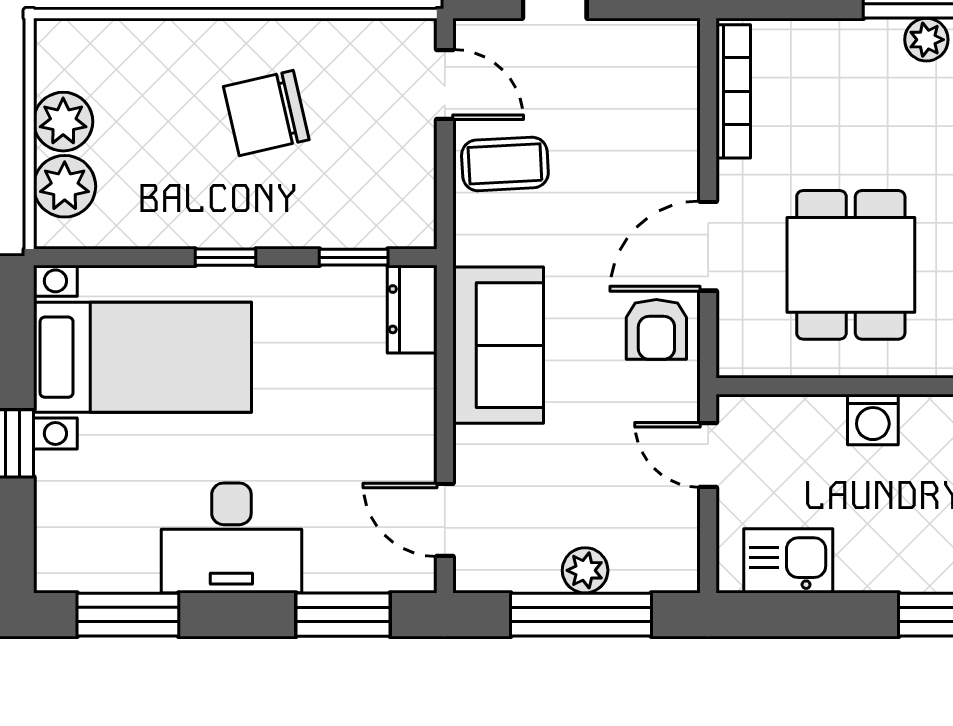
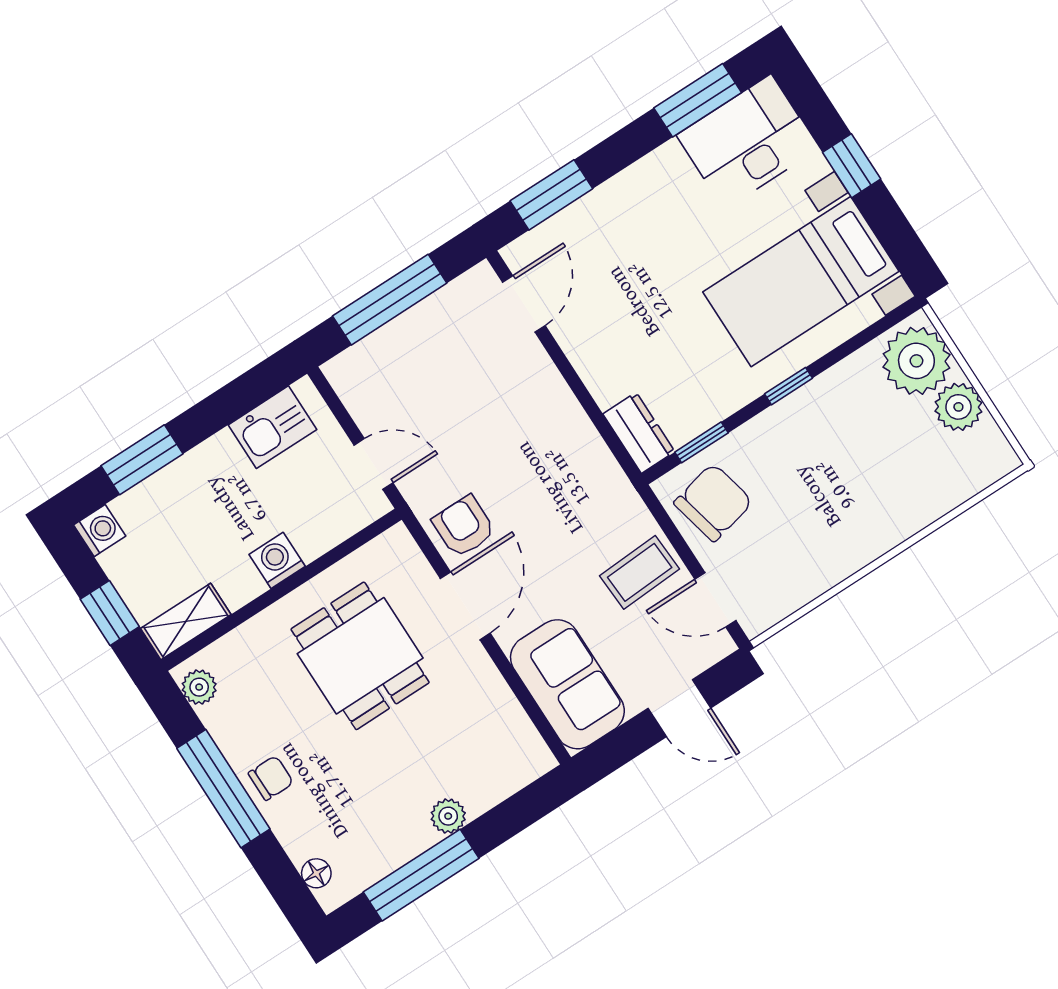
plant: (926, 40) -> (448, 816), moved
bookcase: (733, 91) -> (516, 722), removed
chair: (266, 113) -> (713, 502), moved
plant: (65, 186) -> (916, 361), width x1.36, depth x1.36
sofa: (498, 345) -> (567, 684), moved, turned 180
door: (445, 520) -> (524, 304), hinge flipped
desk: (231, 538) -> (748, 142), moved
plant: (585, 570) -> (406, 331), removed

